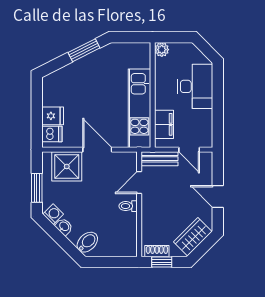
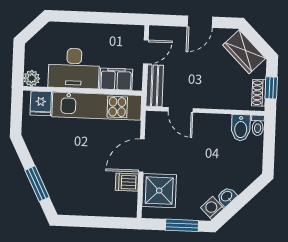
window: (84, 50) -> (37, 184), moved
desk: (195, 86) -> (74, 68), moved, turned 180
fridge: (53, 116) -> (41, 103), moved, turned 180
dishwasher: (52, 134) -> (127, 182), moved, turned -90
toilet: (128, 206) -> (258, 125), moved
bidet: (87, 242) -> (241, 128), moved, turned -135

